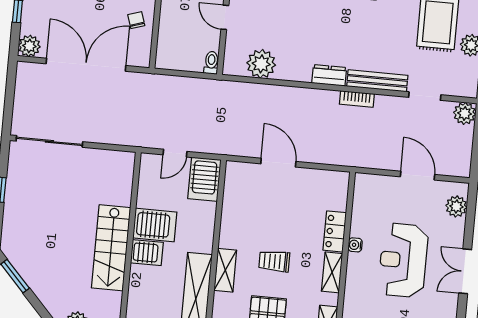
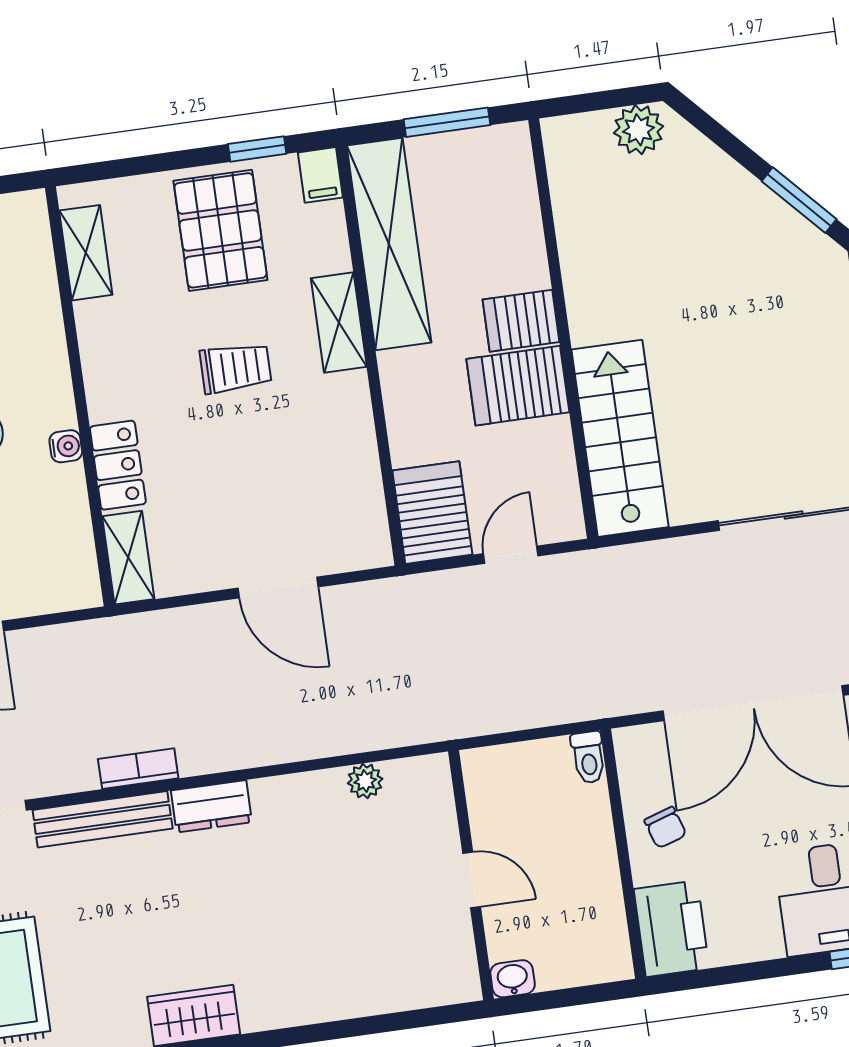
toilet: (211, 63) -> (588, 757), moved
plant: (261, 64) -> (365, 781), width x0.53, depth x0.53
stairs: (111, 248) -> (620, 438), moved
shelving: (332, 272) -> (128, 558), moved

